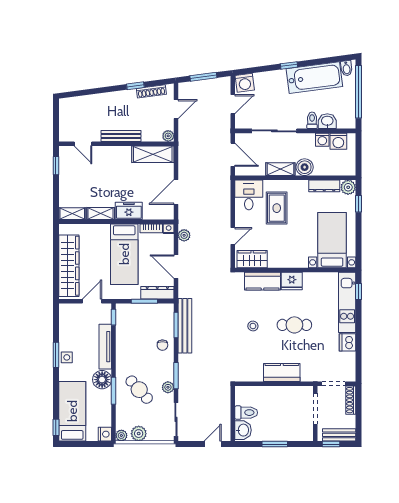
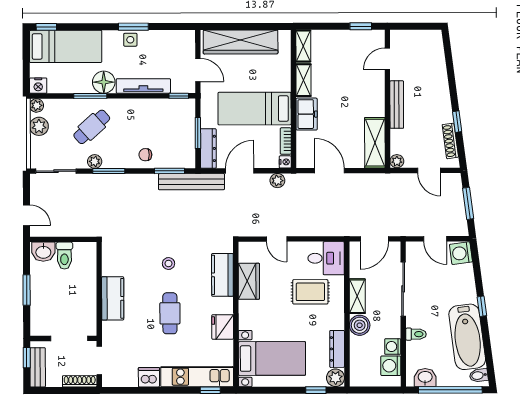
washbasin: (327, 121) -> (425, 377), moved, turned -90
wardrobe: (252, 259) -> (249, 281), moved
fridge: (292, 281) -> (223, 327), moved
bench: (185, 326) -> (192, 182), moved

